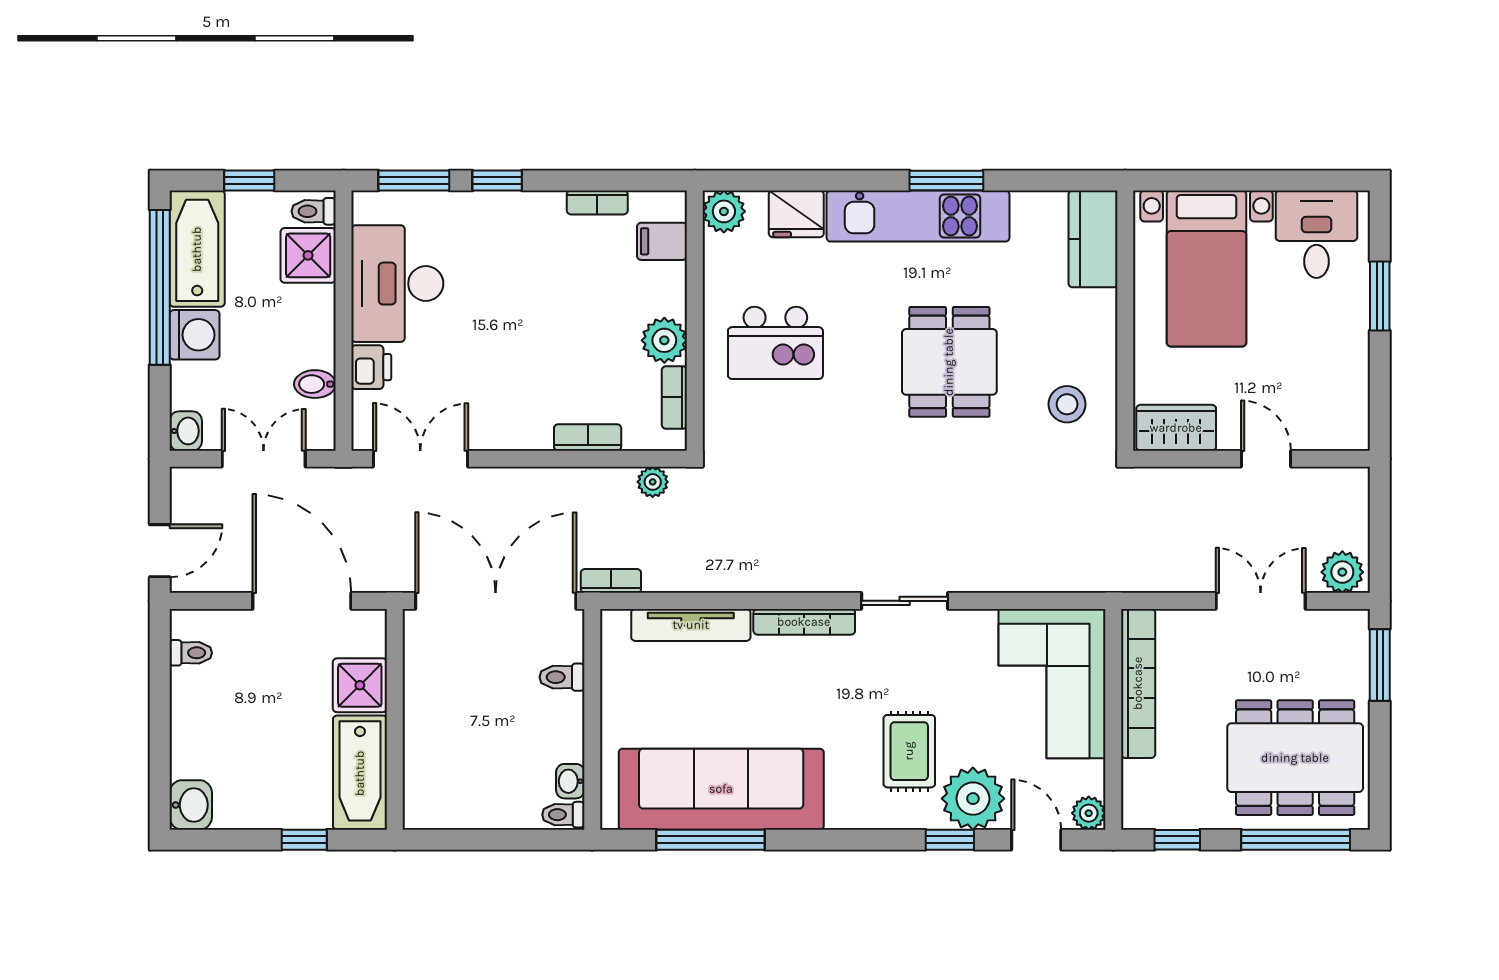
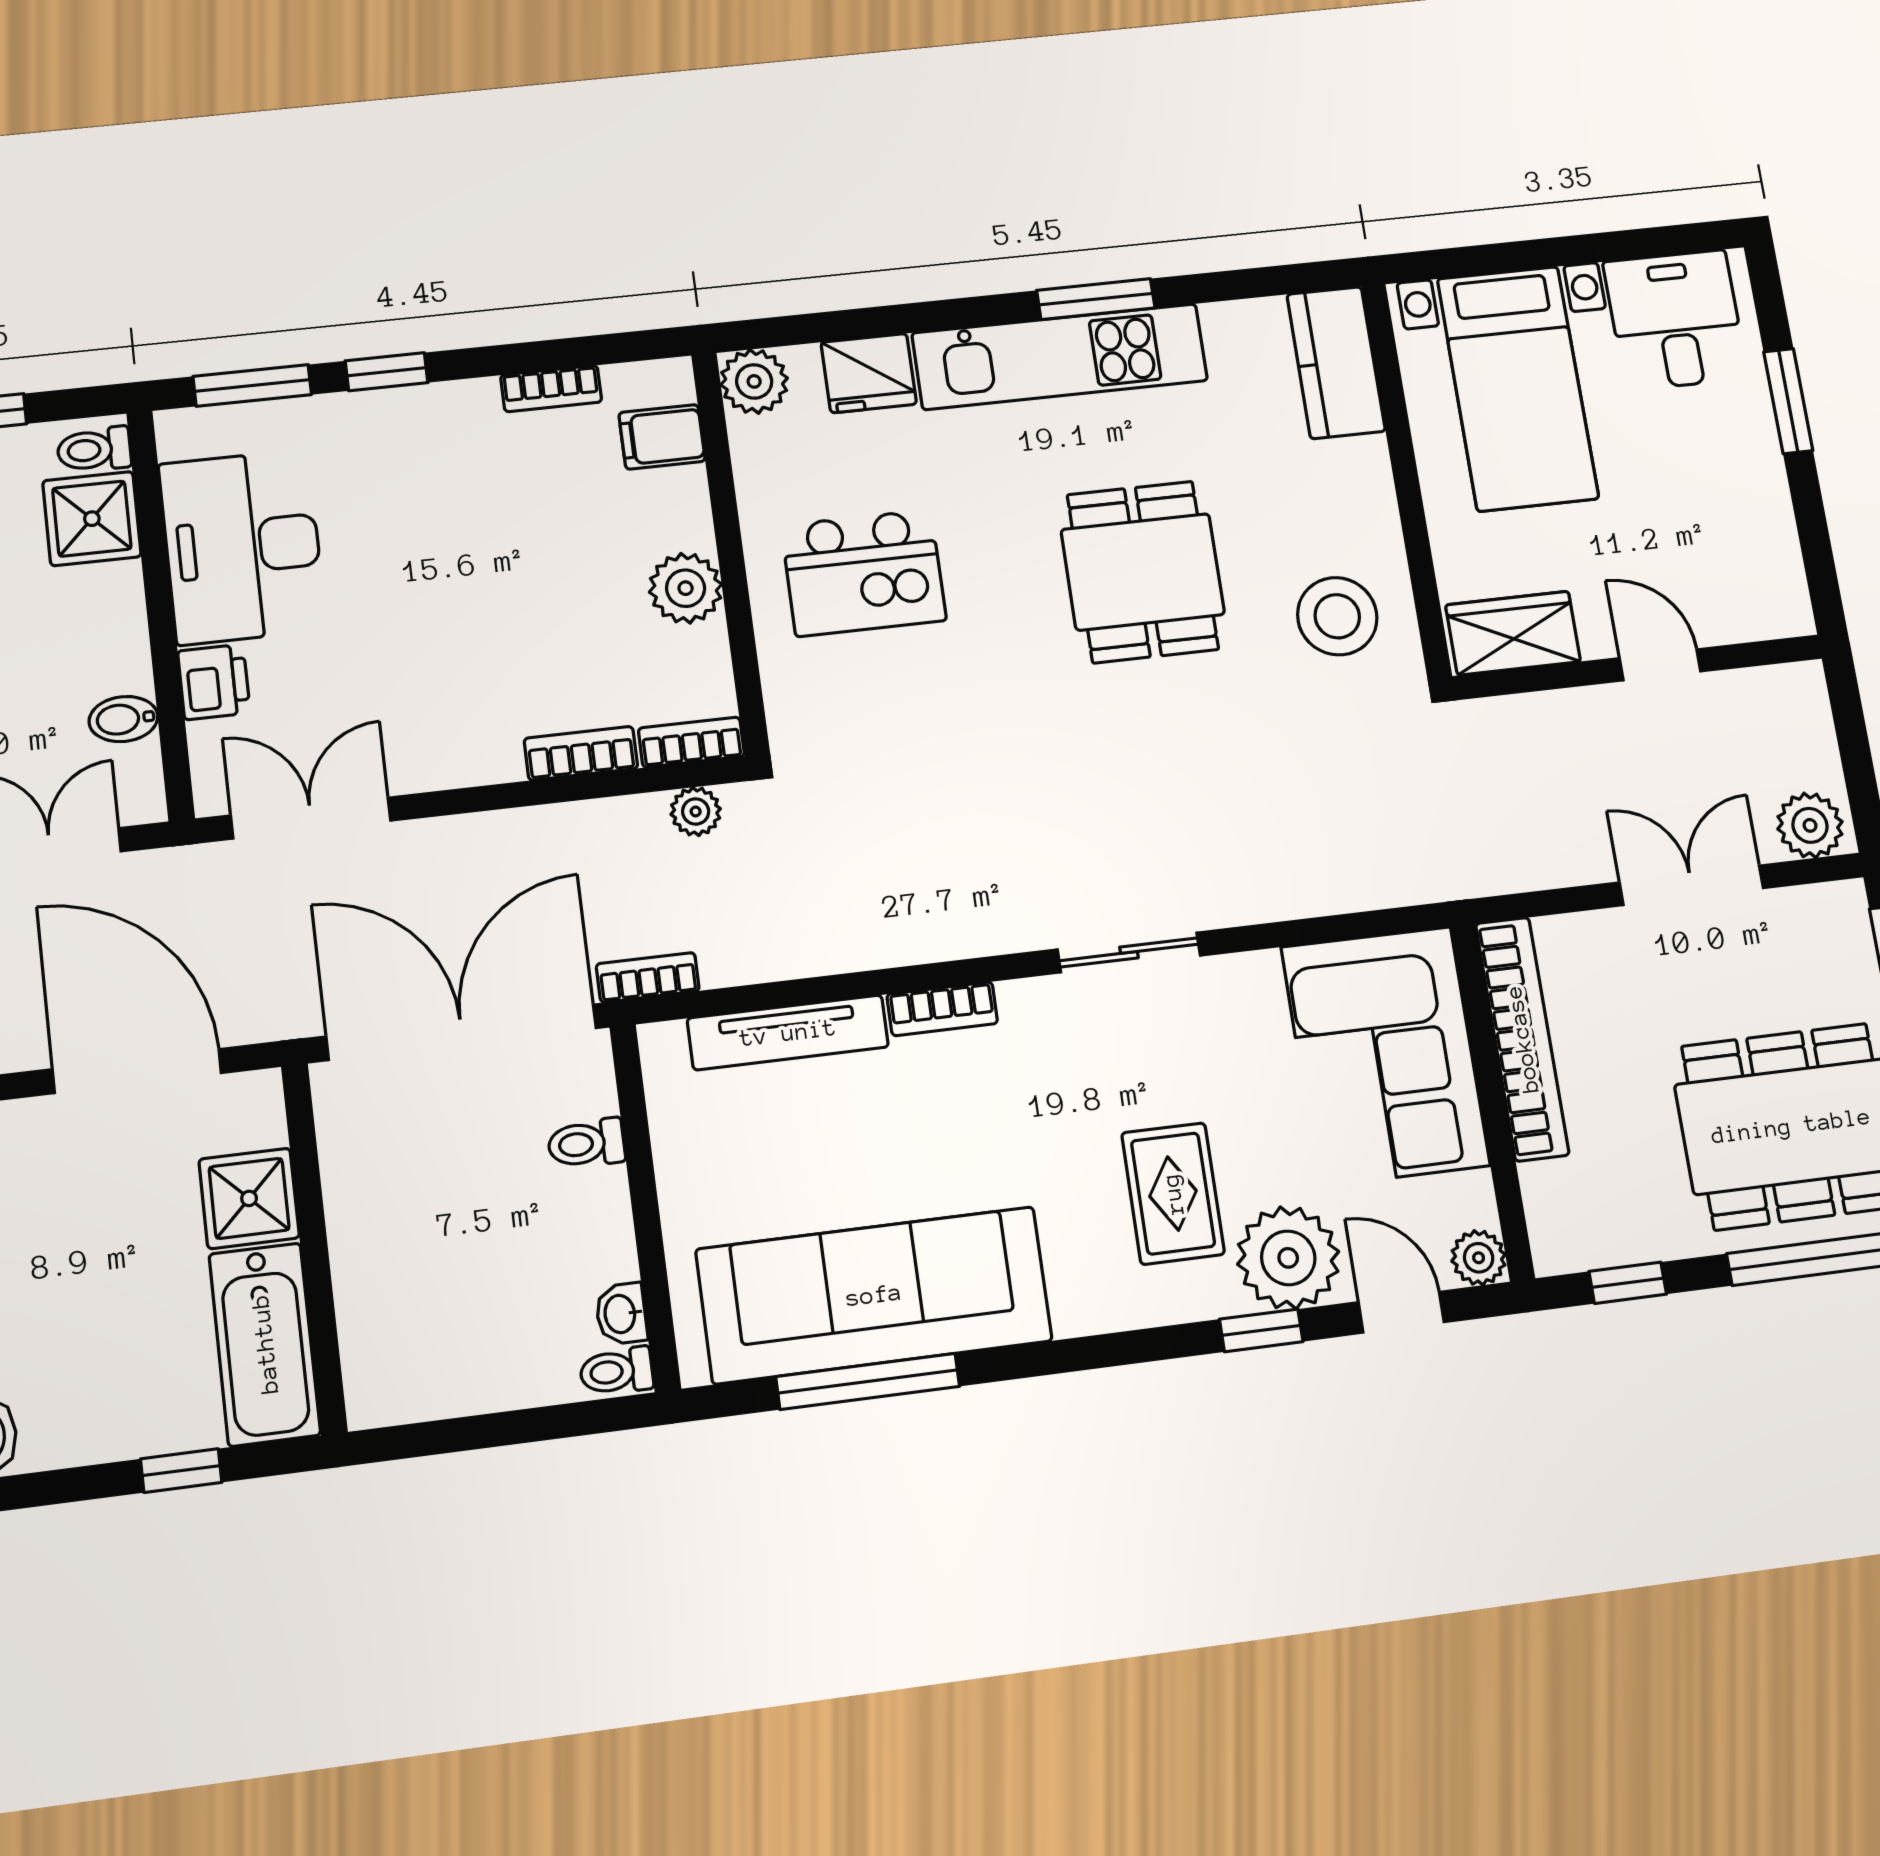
bookcase: (674, 397) -> (691, 742), moved, turned 90
stool: (1067, 404) -> (1337, 616), width x1.38, depth x1.38
bookcase: (804, 622) -> (942, 1009), width x0.64

